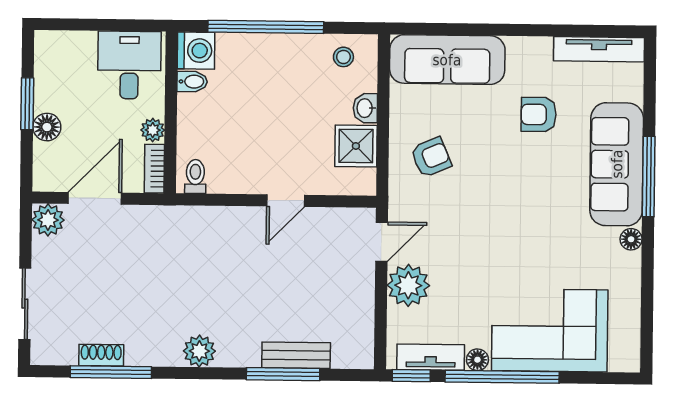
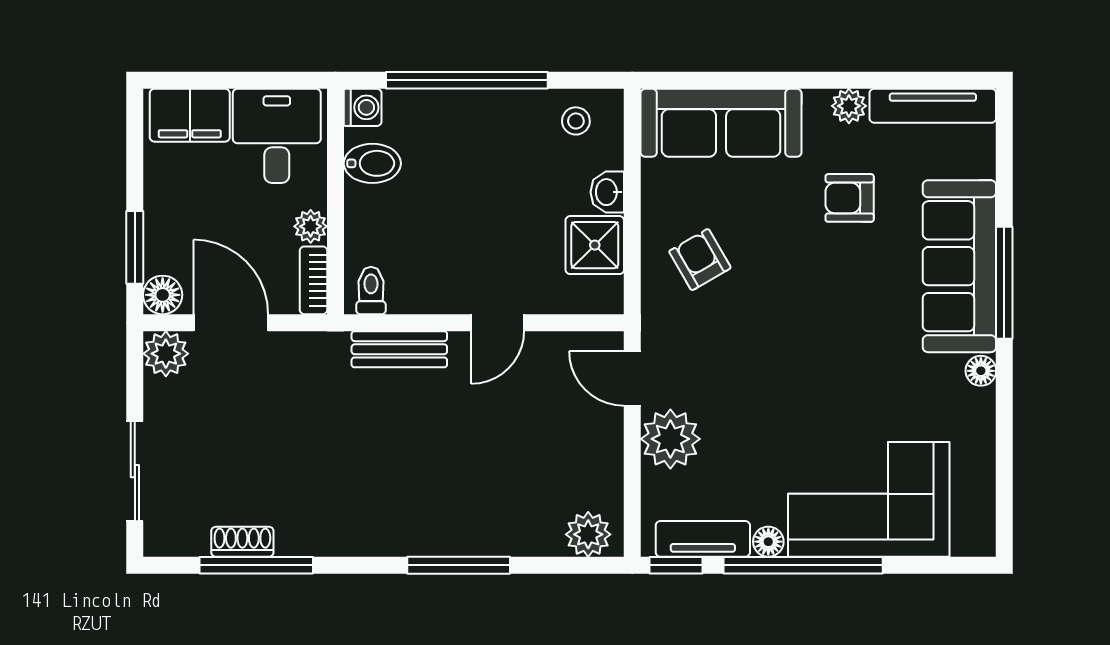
filing cabinet: (67, 49) -> (190, 115), added
plant: (539, 49) -> (849, 106), added
washing machine: (196, 51) -> (363, 107), width x0.73, depth x0.73
bidet: (192, 82) -> (372, 163), width x1.38, depth x1.36
window: (27, 104) -> (135, 247), moved
floor lamp: (47, 127) -> (163, 295), moved
armchair: (431, 157) -> (700, 260), turned -97
door: (95, 198) -> (231, 323), hinge flipped
door: (382, 242) -> (632, 378), swing flipped
plant: (199, 351) -> (588, 534), moved
bench: (296, 355) -> (399, 349), moved
window: (283, 374) -> (459, 565), moved

